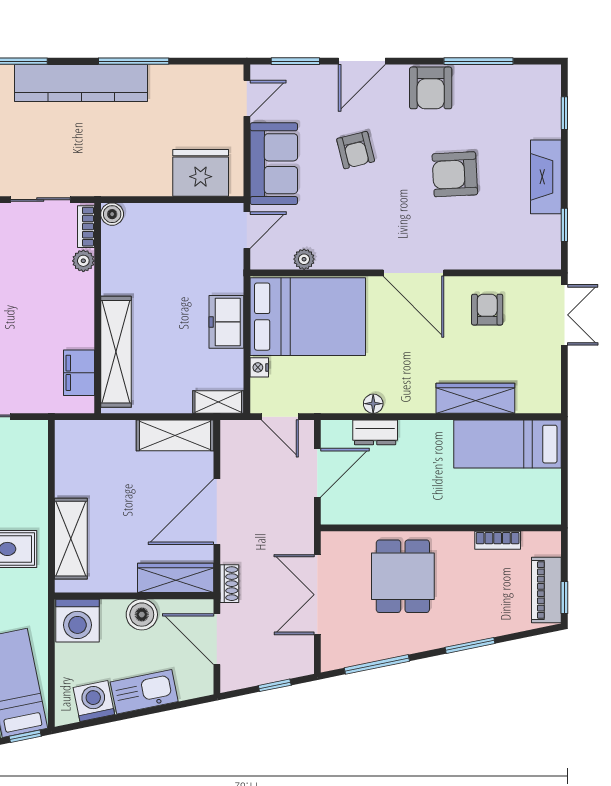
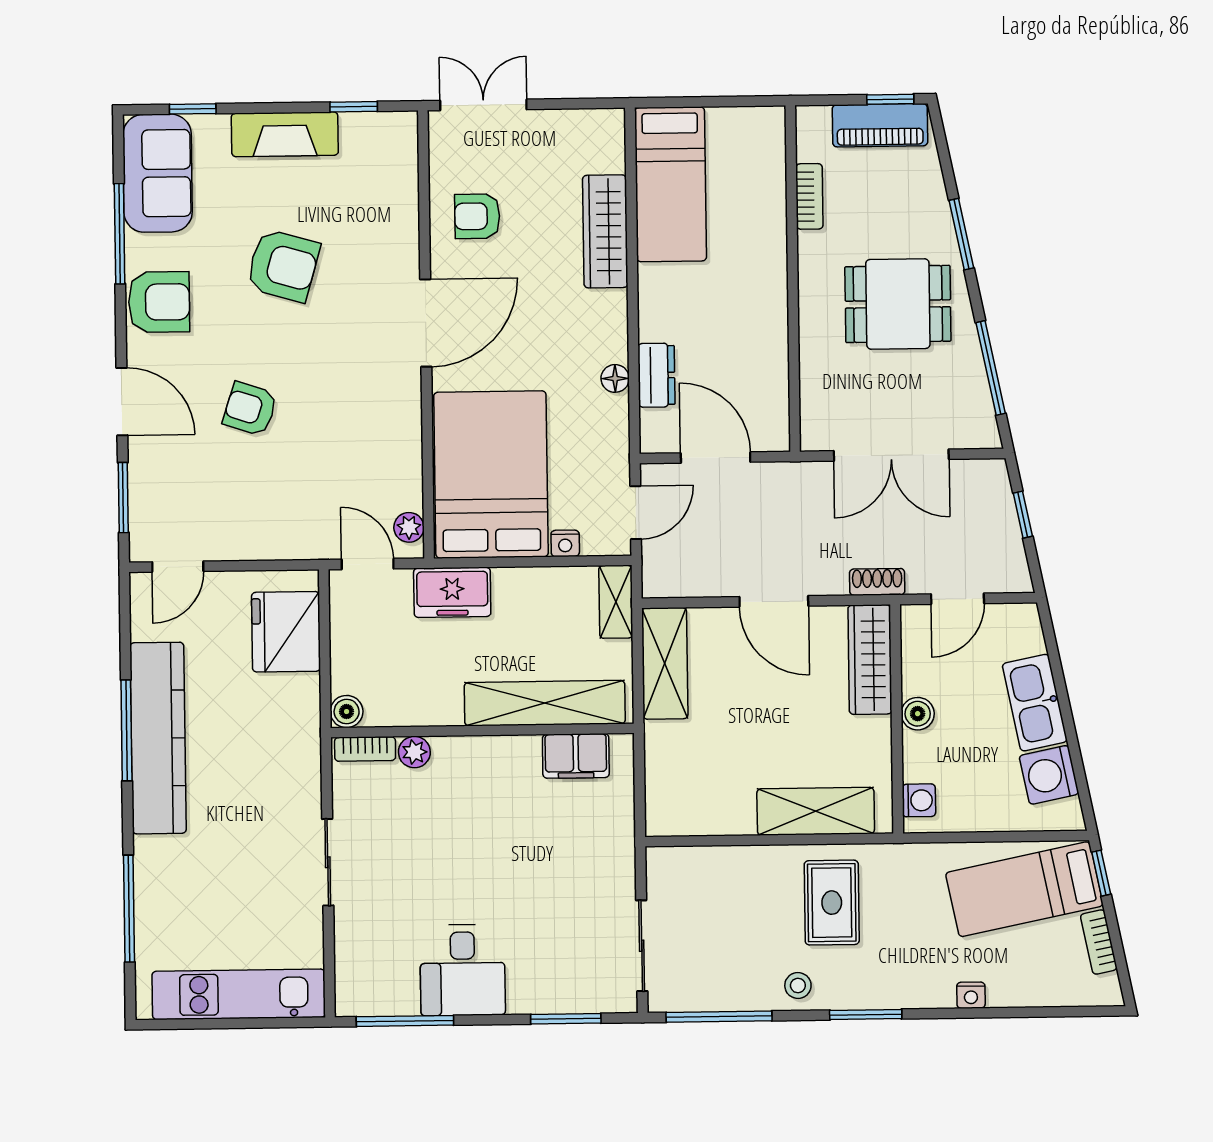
kitchen counter: (81, 83) -> (158, 738), moved
door: (247, 98) -> (178, 567), swing flipped
armchair: (356, 150) -> (250, 409), turned -148
sofa: (274, 164) -> (158, 173), moved, turned 90
armchair: (455, 174) -> (283, 265), turned -71
boiler: (112, 214) -> (347, 712), moved
bookcase: (86, 227) -> (365, 749), moved
plant: (304, 259) -> (409, 527), moved
plant: (83, 261) -> (414, 752), moved
wall: (98, 308) -> (482, 731), moved
freezer: (226, 322) -> (452, 592), moved
shelving: (116, 352) -> (545, 703), moved
filing cabinet: (79, 373) -> (576, 756), moved
door: (217, 512) -> (774, 601), width x0.73
dining table: (403, 576) -> (898, 304), moved
boiler: (142, 615) -> (918, 714), width x0.73, depth x0.73
washing machine: (77, 621) -> (919, 800), width x0.53, depth x0.53
door: (217, 639) -> (958, 599), width x0.73

